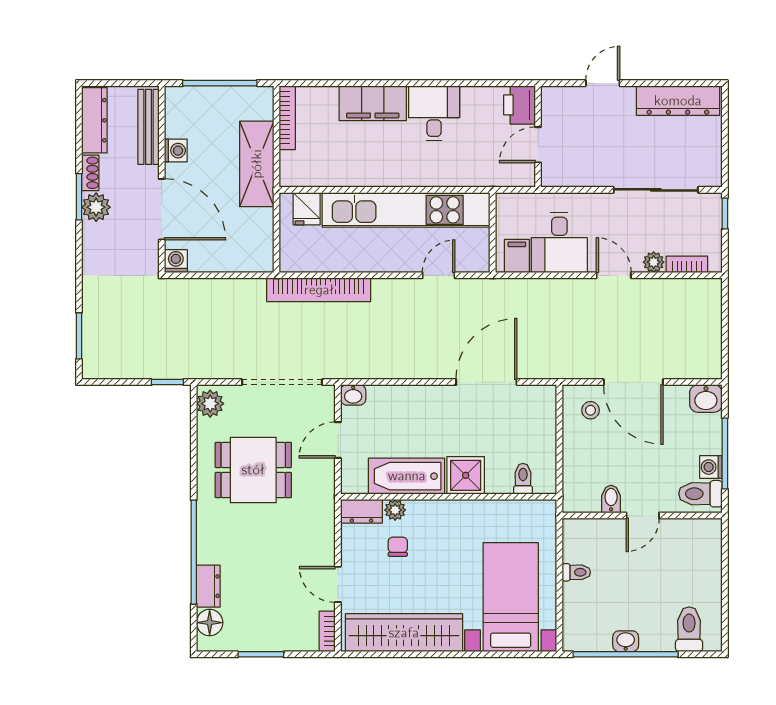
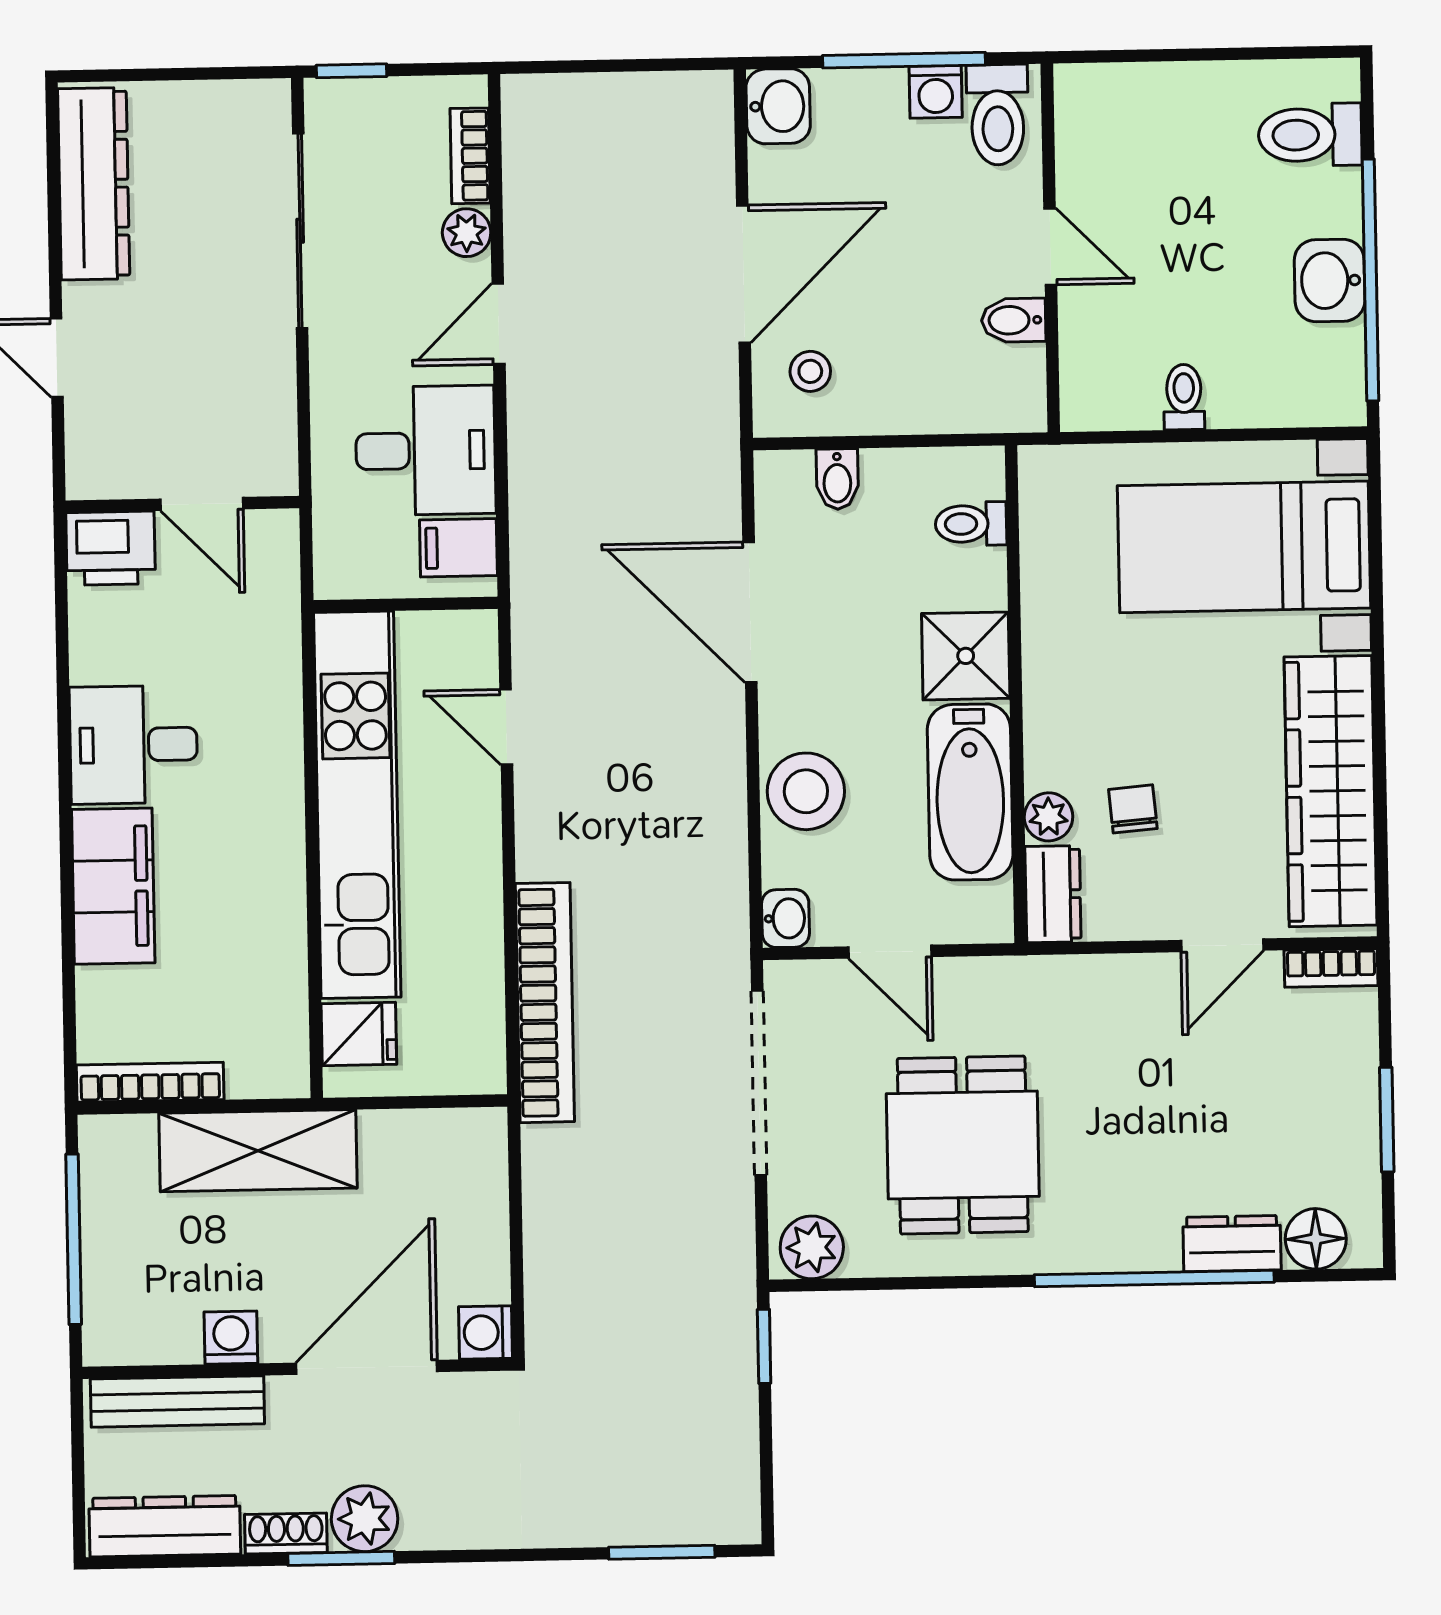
stool: (408, 405) -> (806, 791), added
bidet: (544, 421) -> (837, 479), added
chair: (398, 547) -> (1133, 809), turned 85
washbasin: (626, 641) -> (1330, 281), width x1.38, depth x1.45

